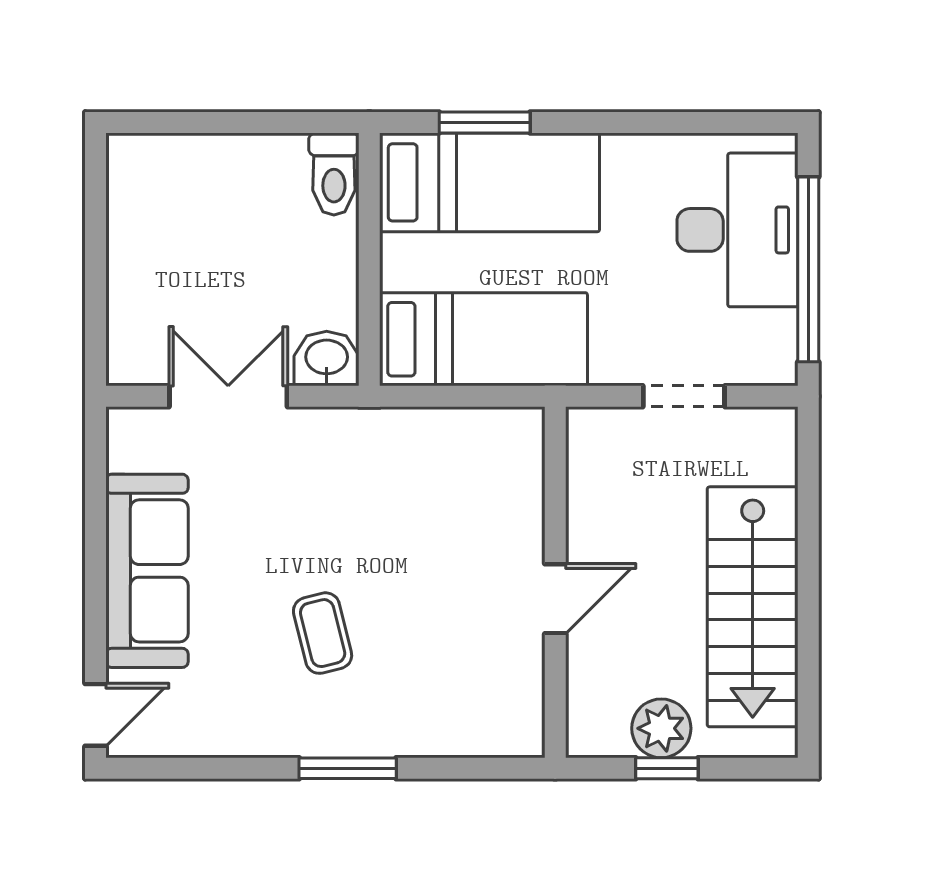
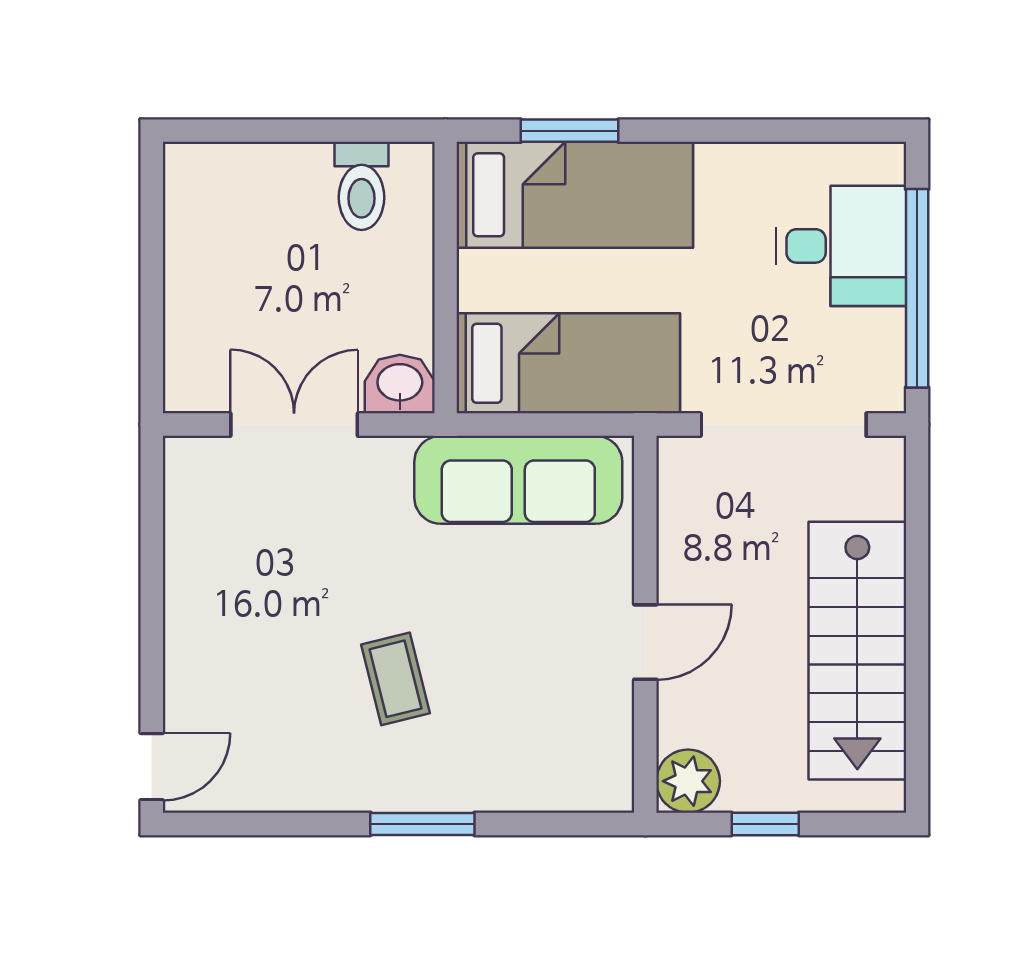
toilet: (334, 174) -> (362, 186), moved
desk: (738, 230) -> (841, 246), width x0.73
doorway: (684, 396) -> (784, 425), width x1.87
sofa: (147, 571) -> (518, 480), moved, turned 90
plant: (661, 728) -> (688, 781), moved

